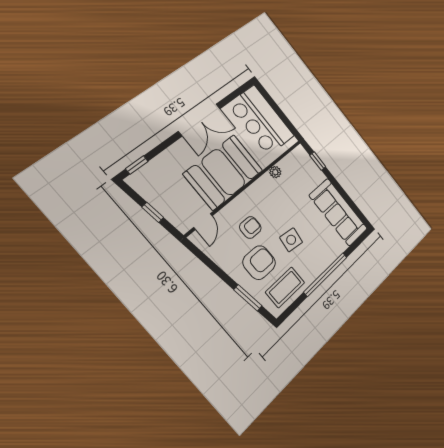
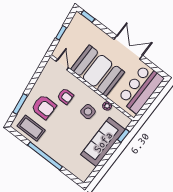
double door: (199, 120) -> (128, 47), swing flipped
sofa: (338, 212) -> (103, 142), moved
door: (203, 222) -> (62, 65), swing flipped
side table: (291, 240) -> (88, 112), moved

